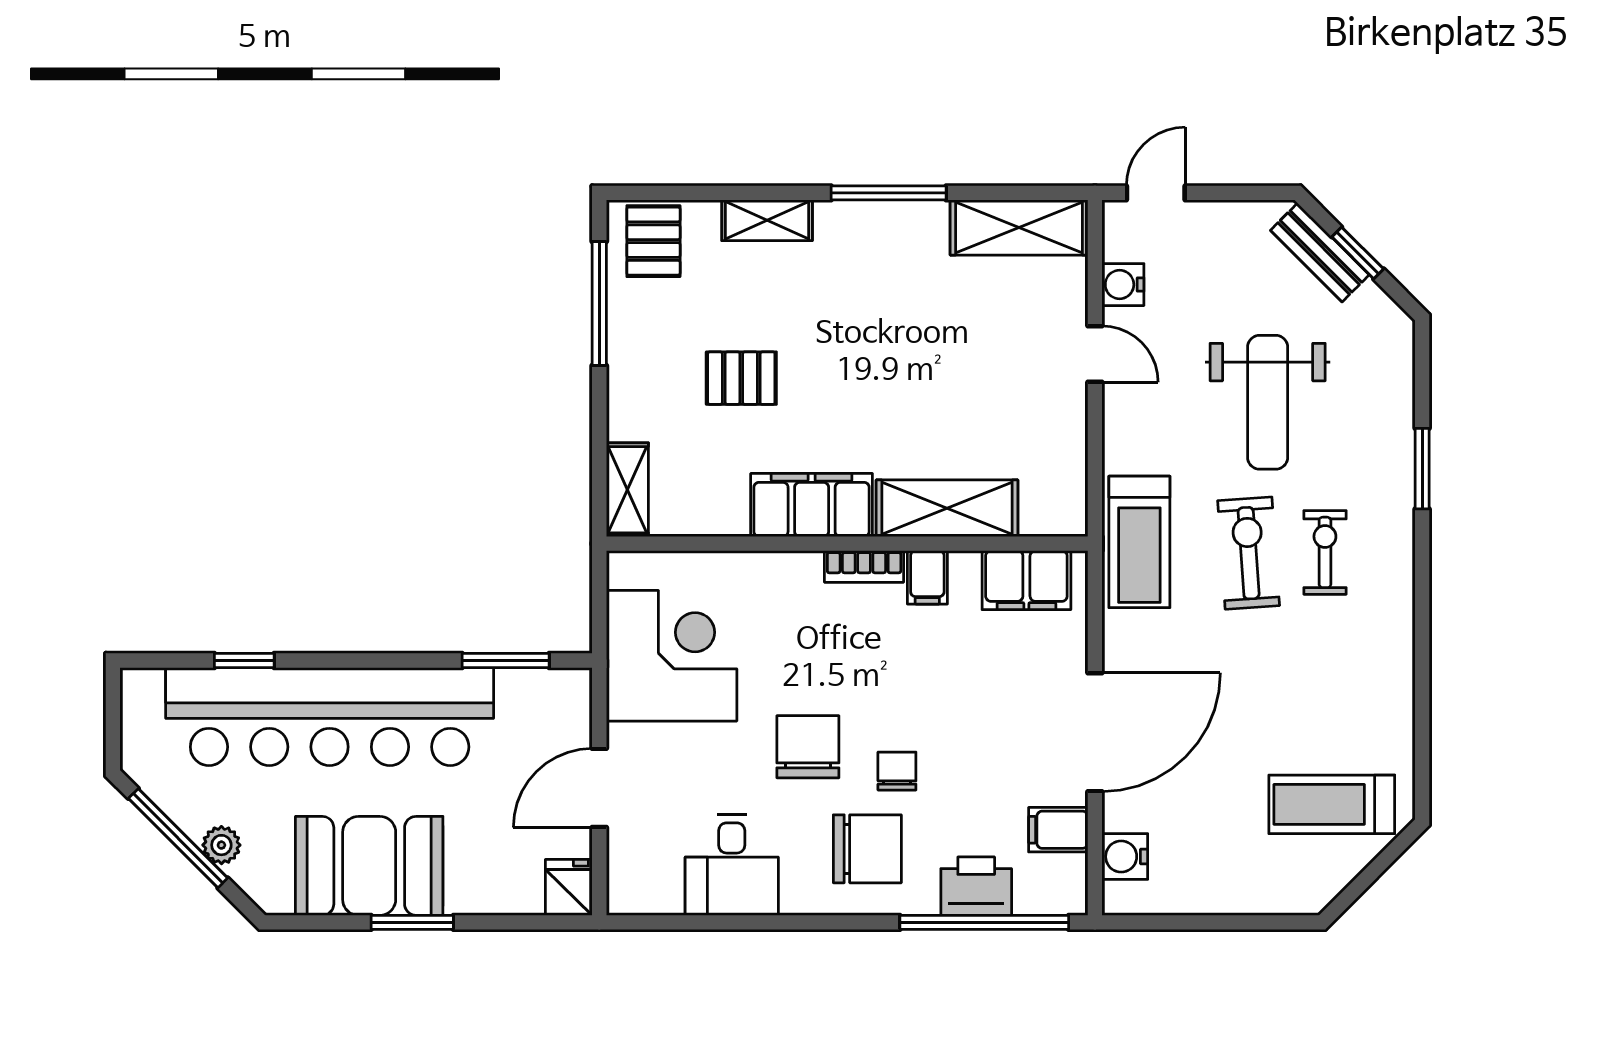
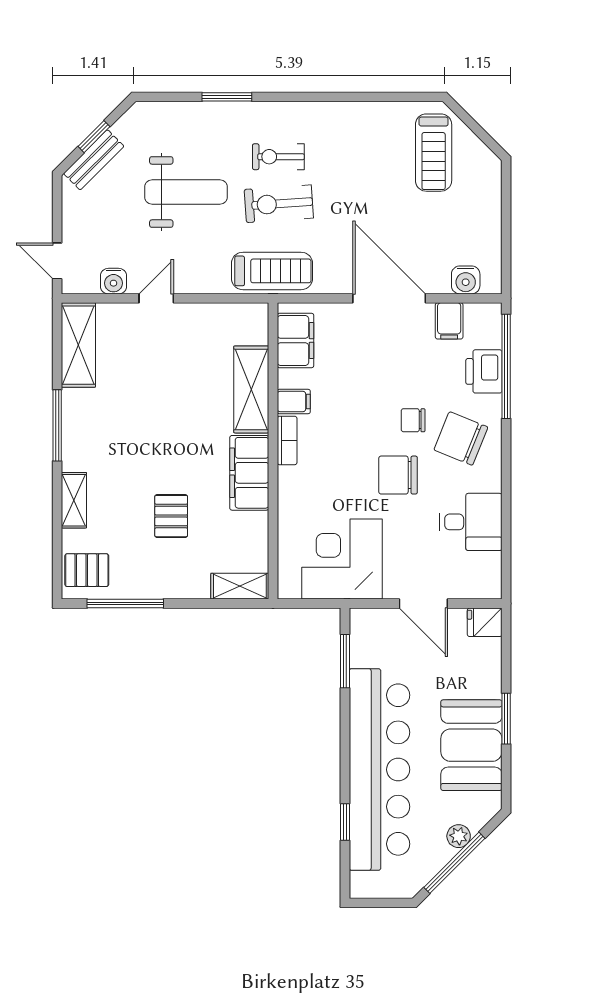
chair: (867, 849) -> (461, 438), turned -68

